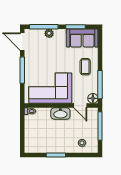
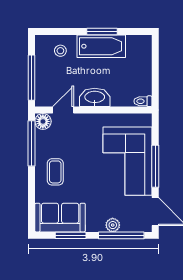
corner sofa: (50, 88) -> (128, 161), moved, turned 90
door: (80, 106) -> (63, 110), hinge flipped
bathtub: (56, 146) -> (101, 46), added

